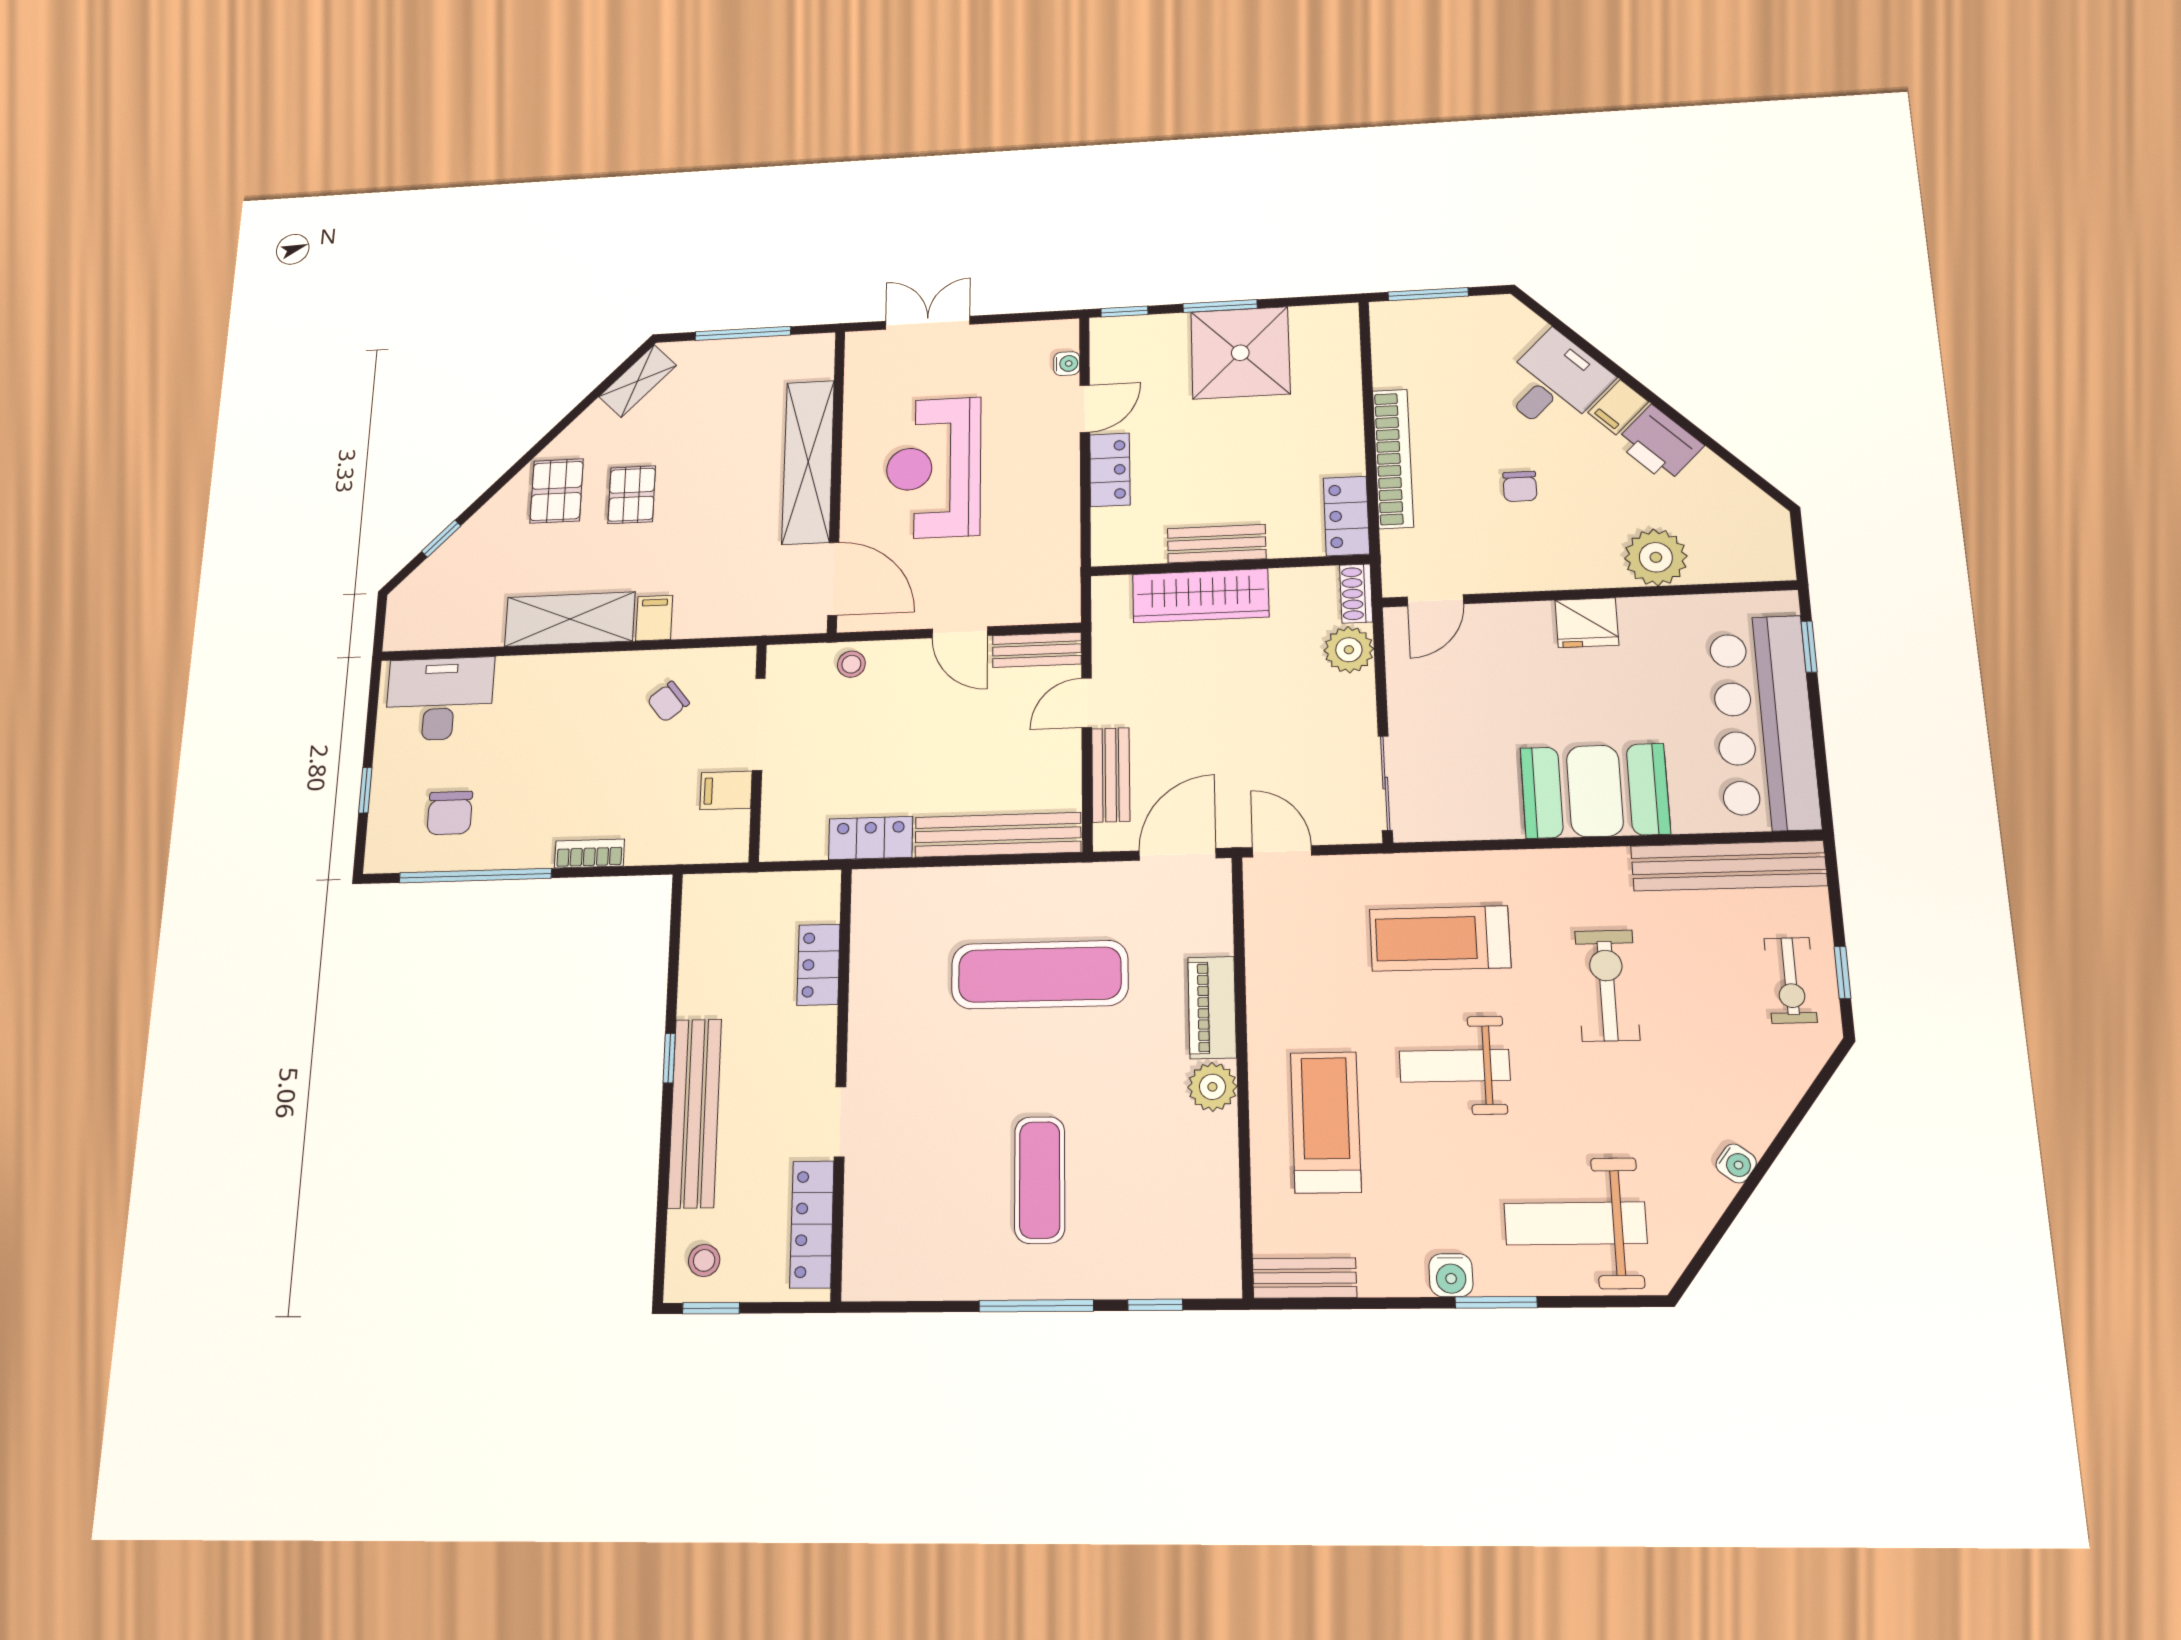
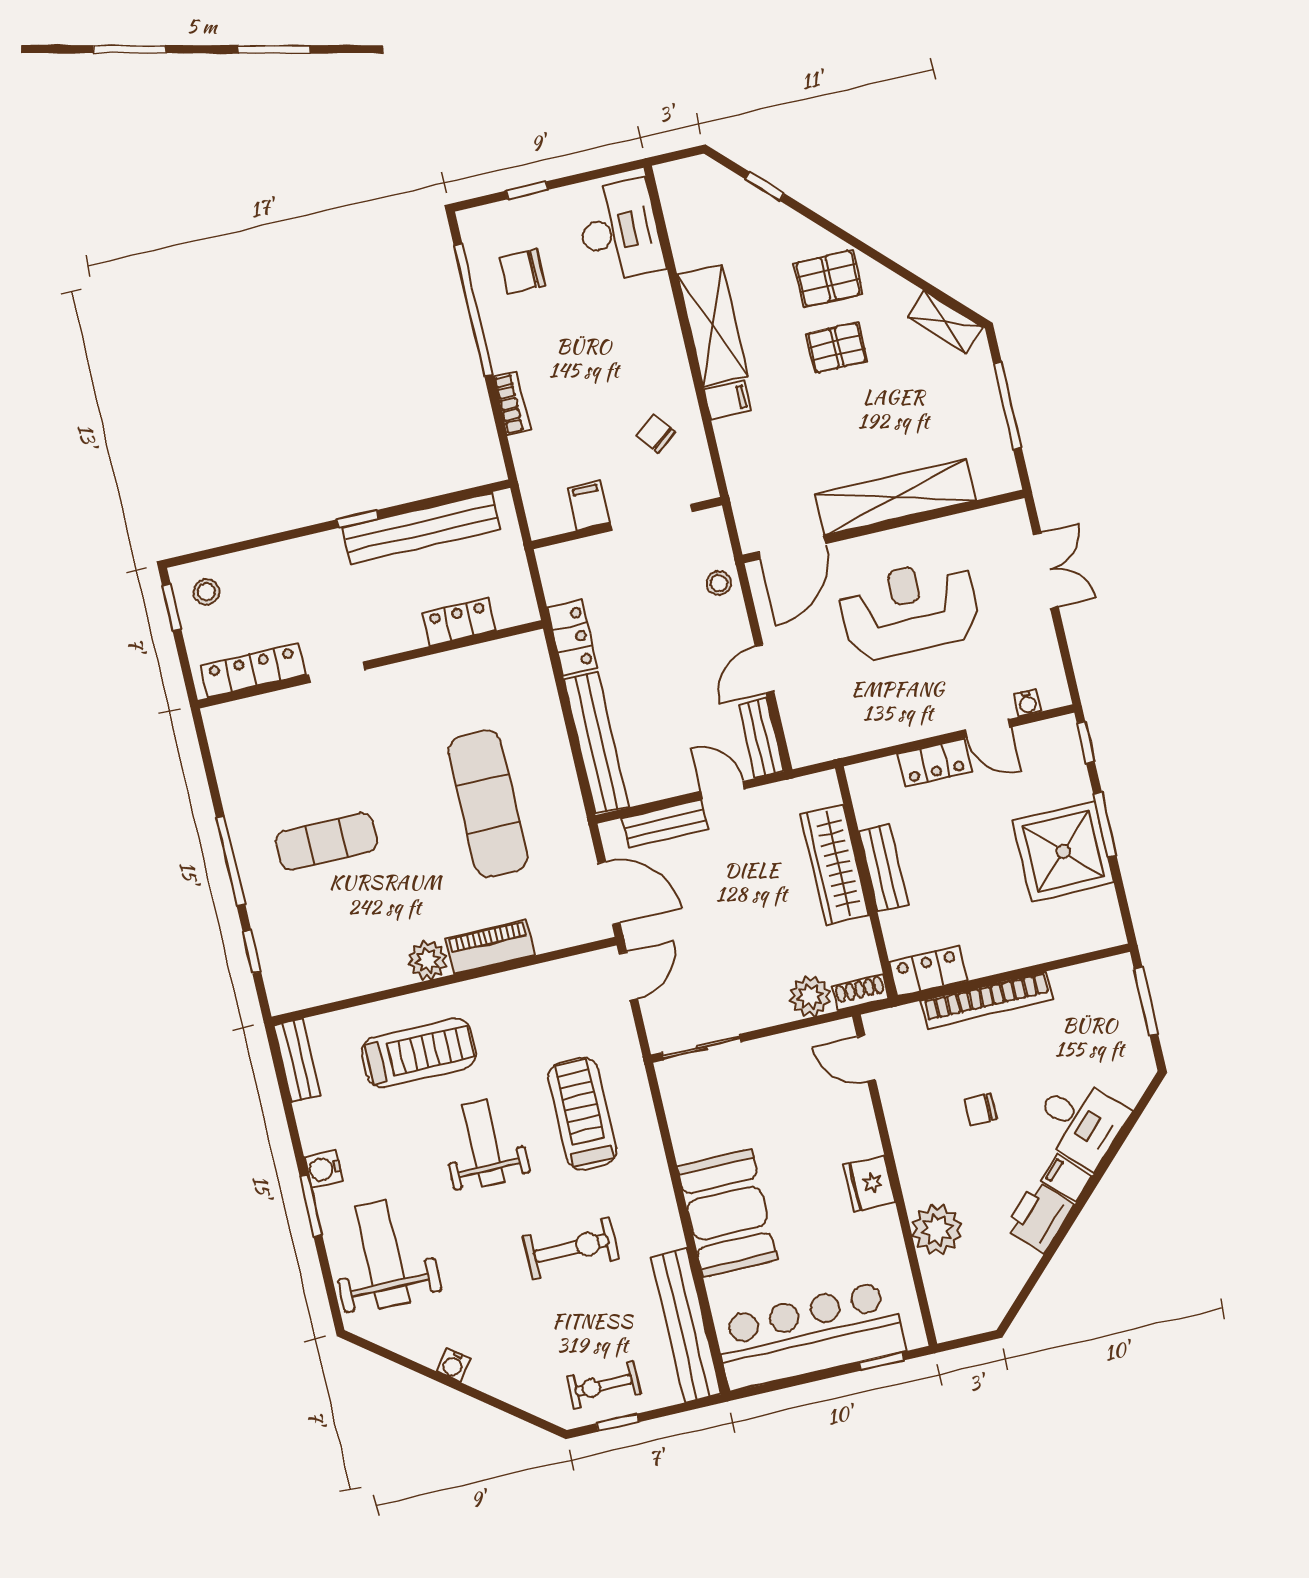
bench: (695, 1113) -> (421, 528), moved

